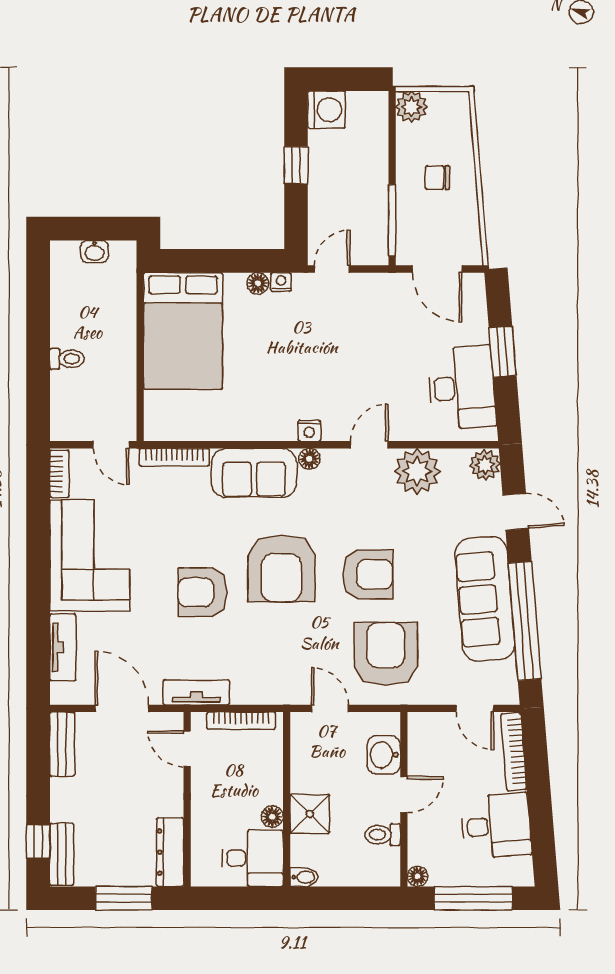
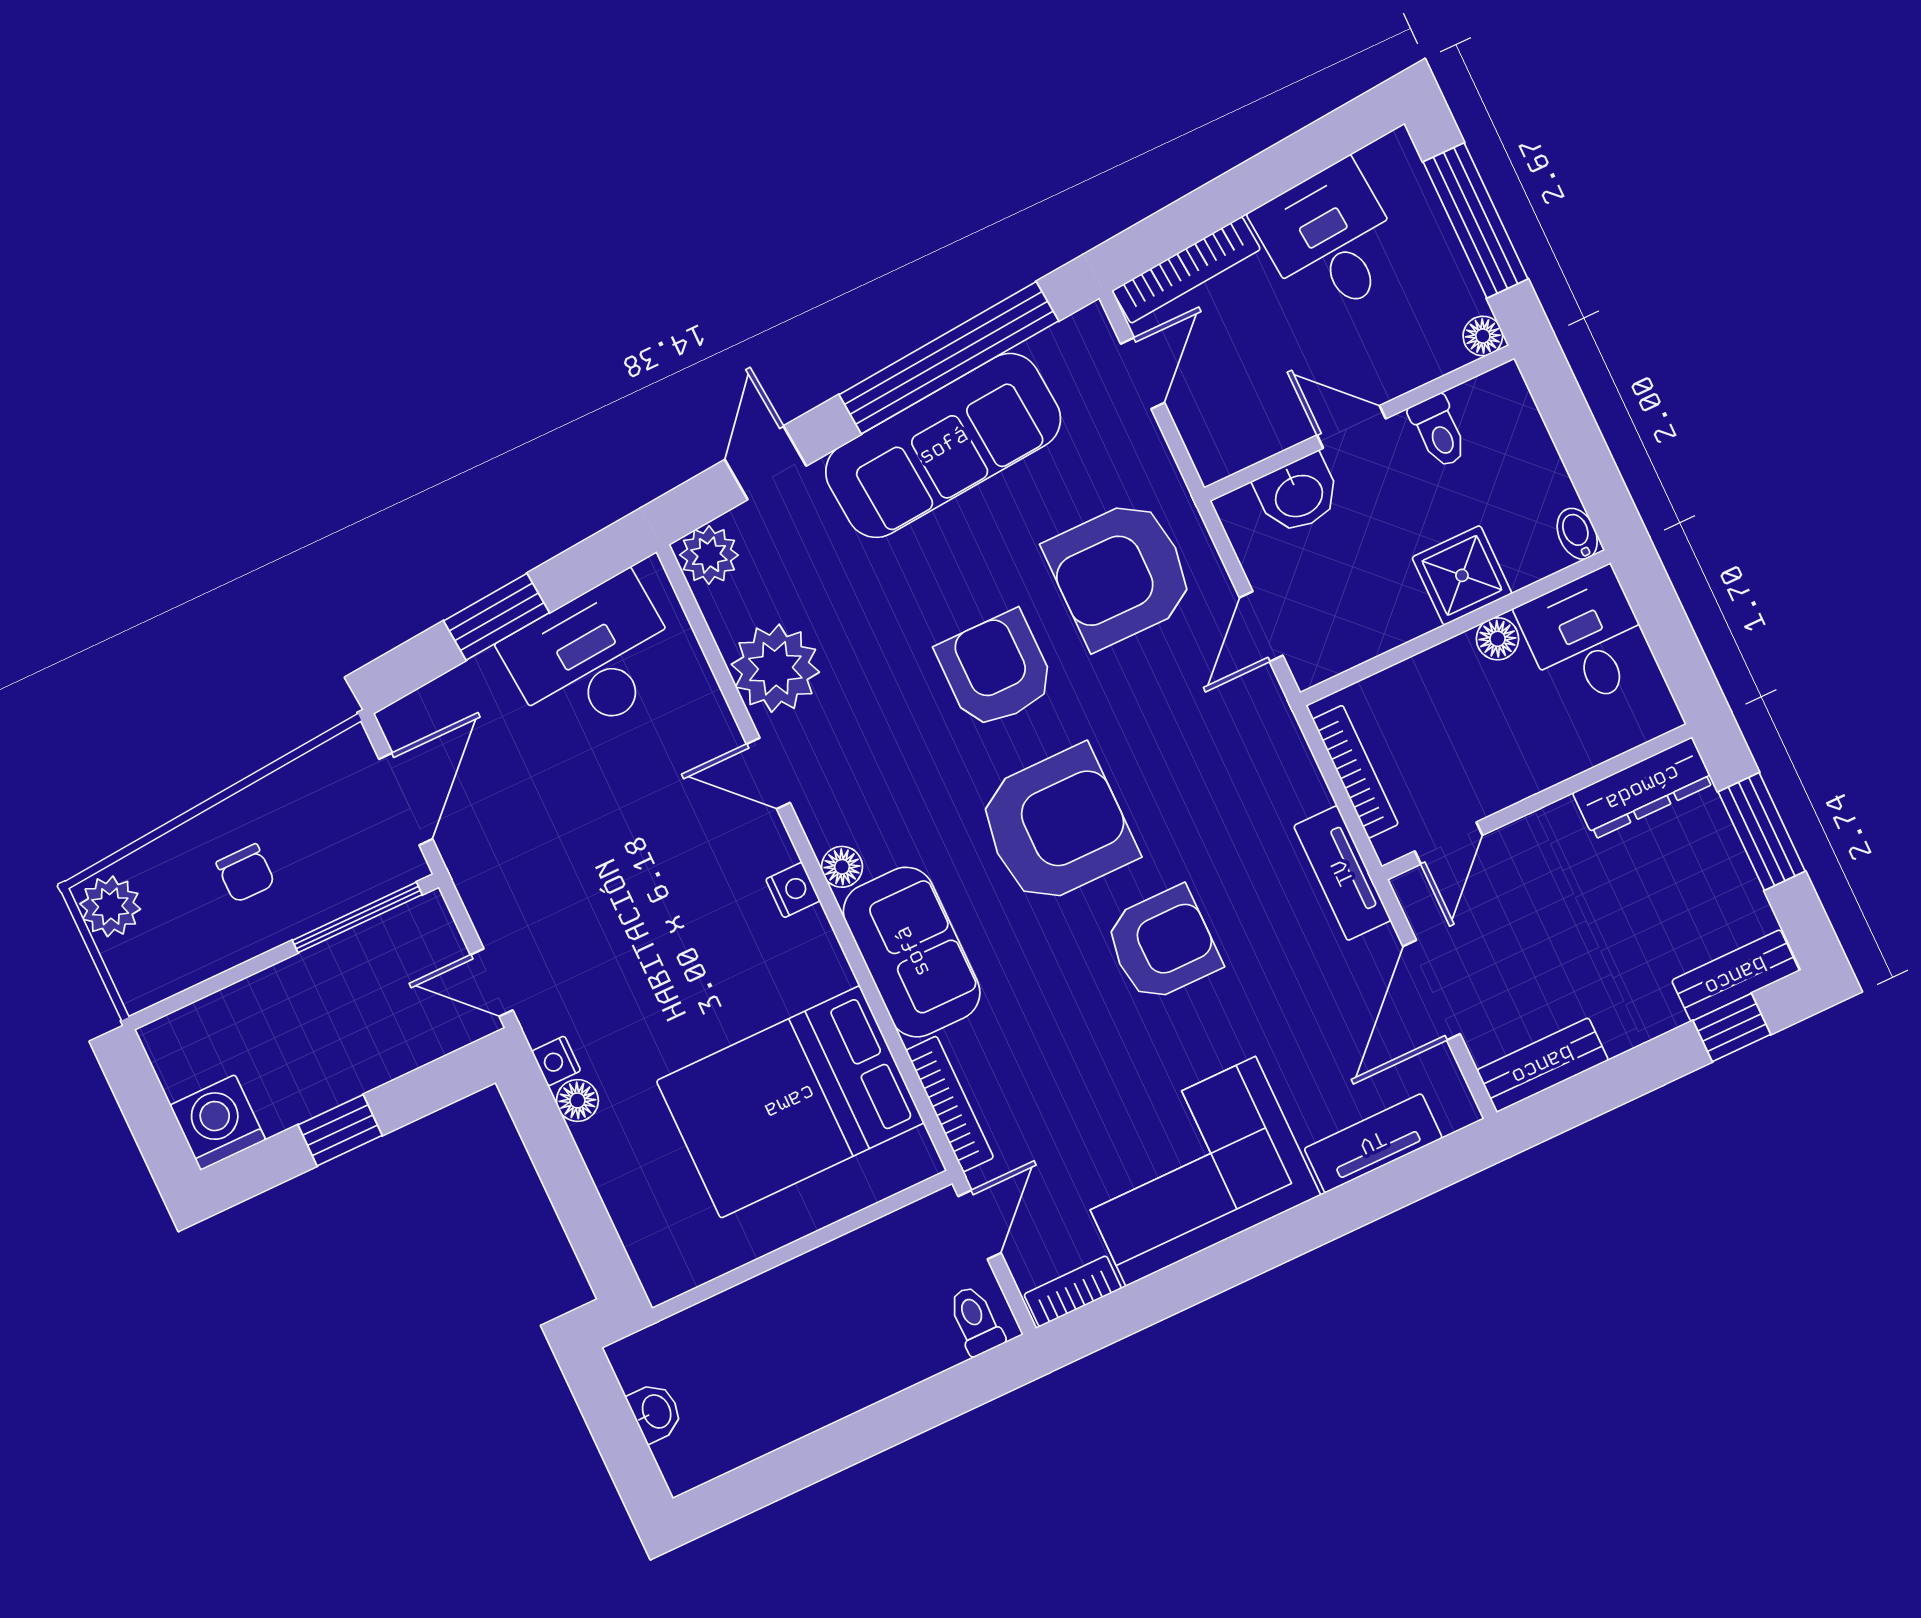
plant: (411, 107) -> (110, 906), moved
bed: (183, 331) -> (790, 1102), moved, turned 180
toilet: (67, 359) -> (976, 1320), moved
armchair: (203, 592) -> (1162, 944), turned -90

